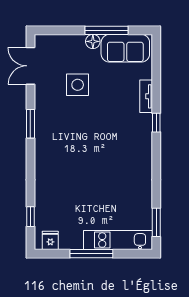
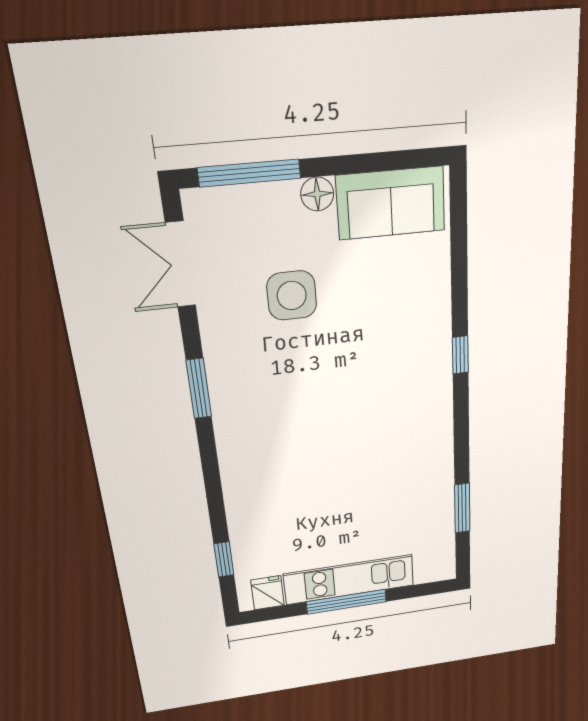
window: (107, 30) -> (249, 173), moved
tv unit: (146, 96) -> (439, 304), removed
window: (156, 222) -> (462, 508), moved
kitchen unit: (118, 240) -> (349, 580), moved

